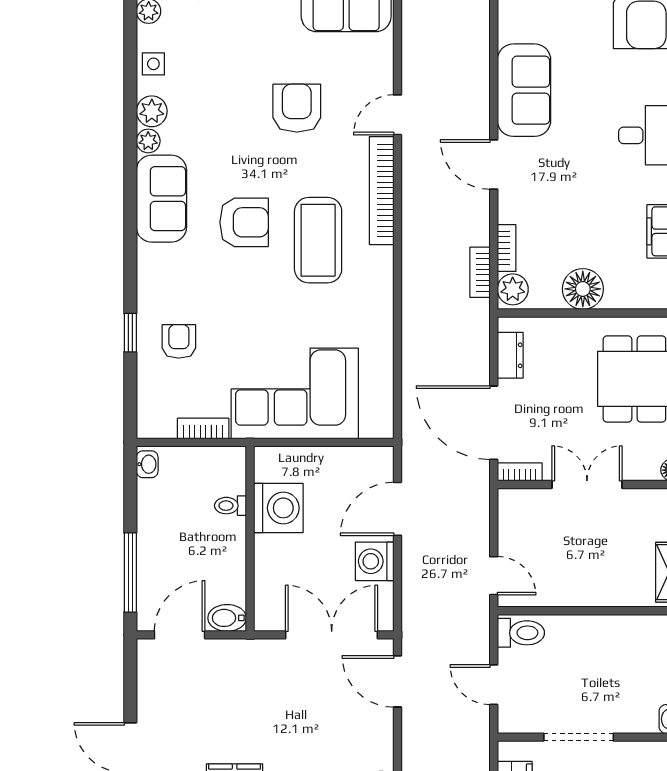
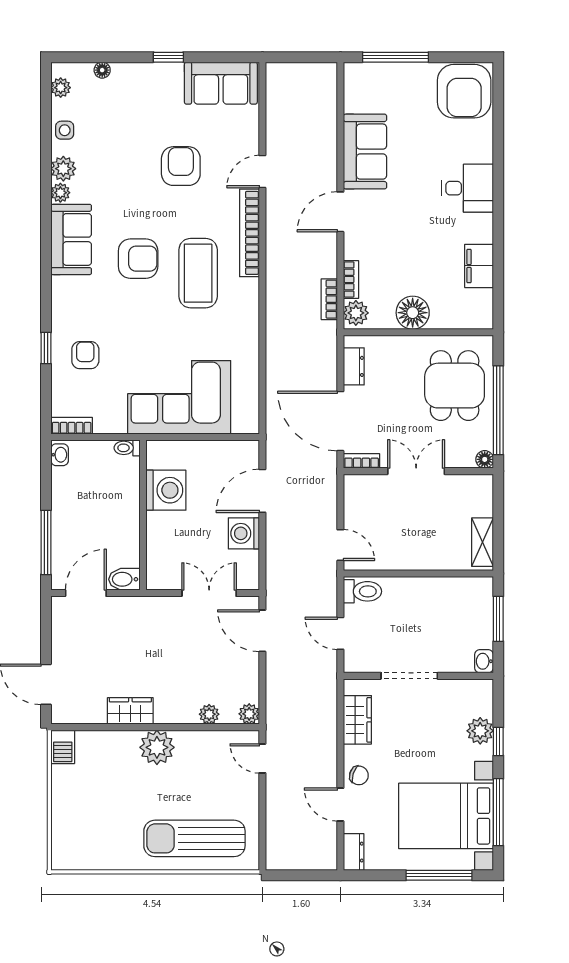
door: (494, 164) -> (340, 212), hinge flipped
bookcase: (203, 429) -> (72, 426), moved
toilet: (230, 506) -> (127, 448), moved
double door: (332, 635) -> (209, 593), width x0.73

